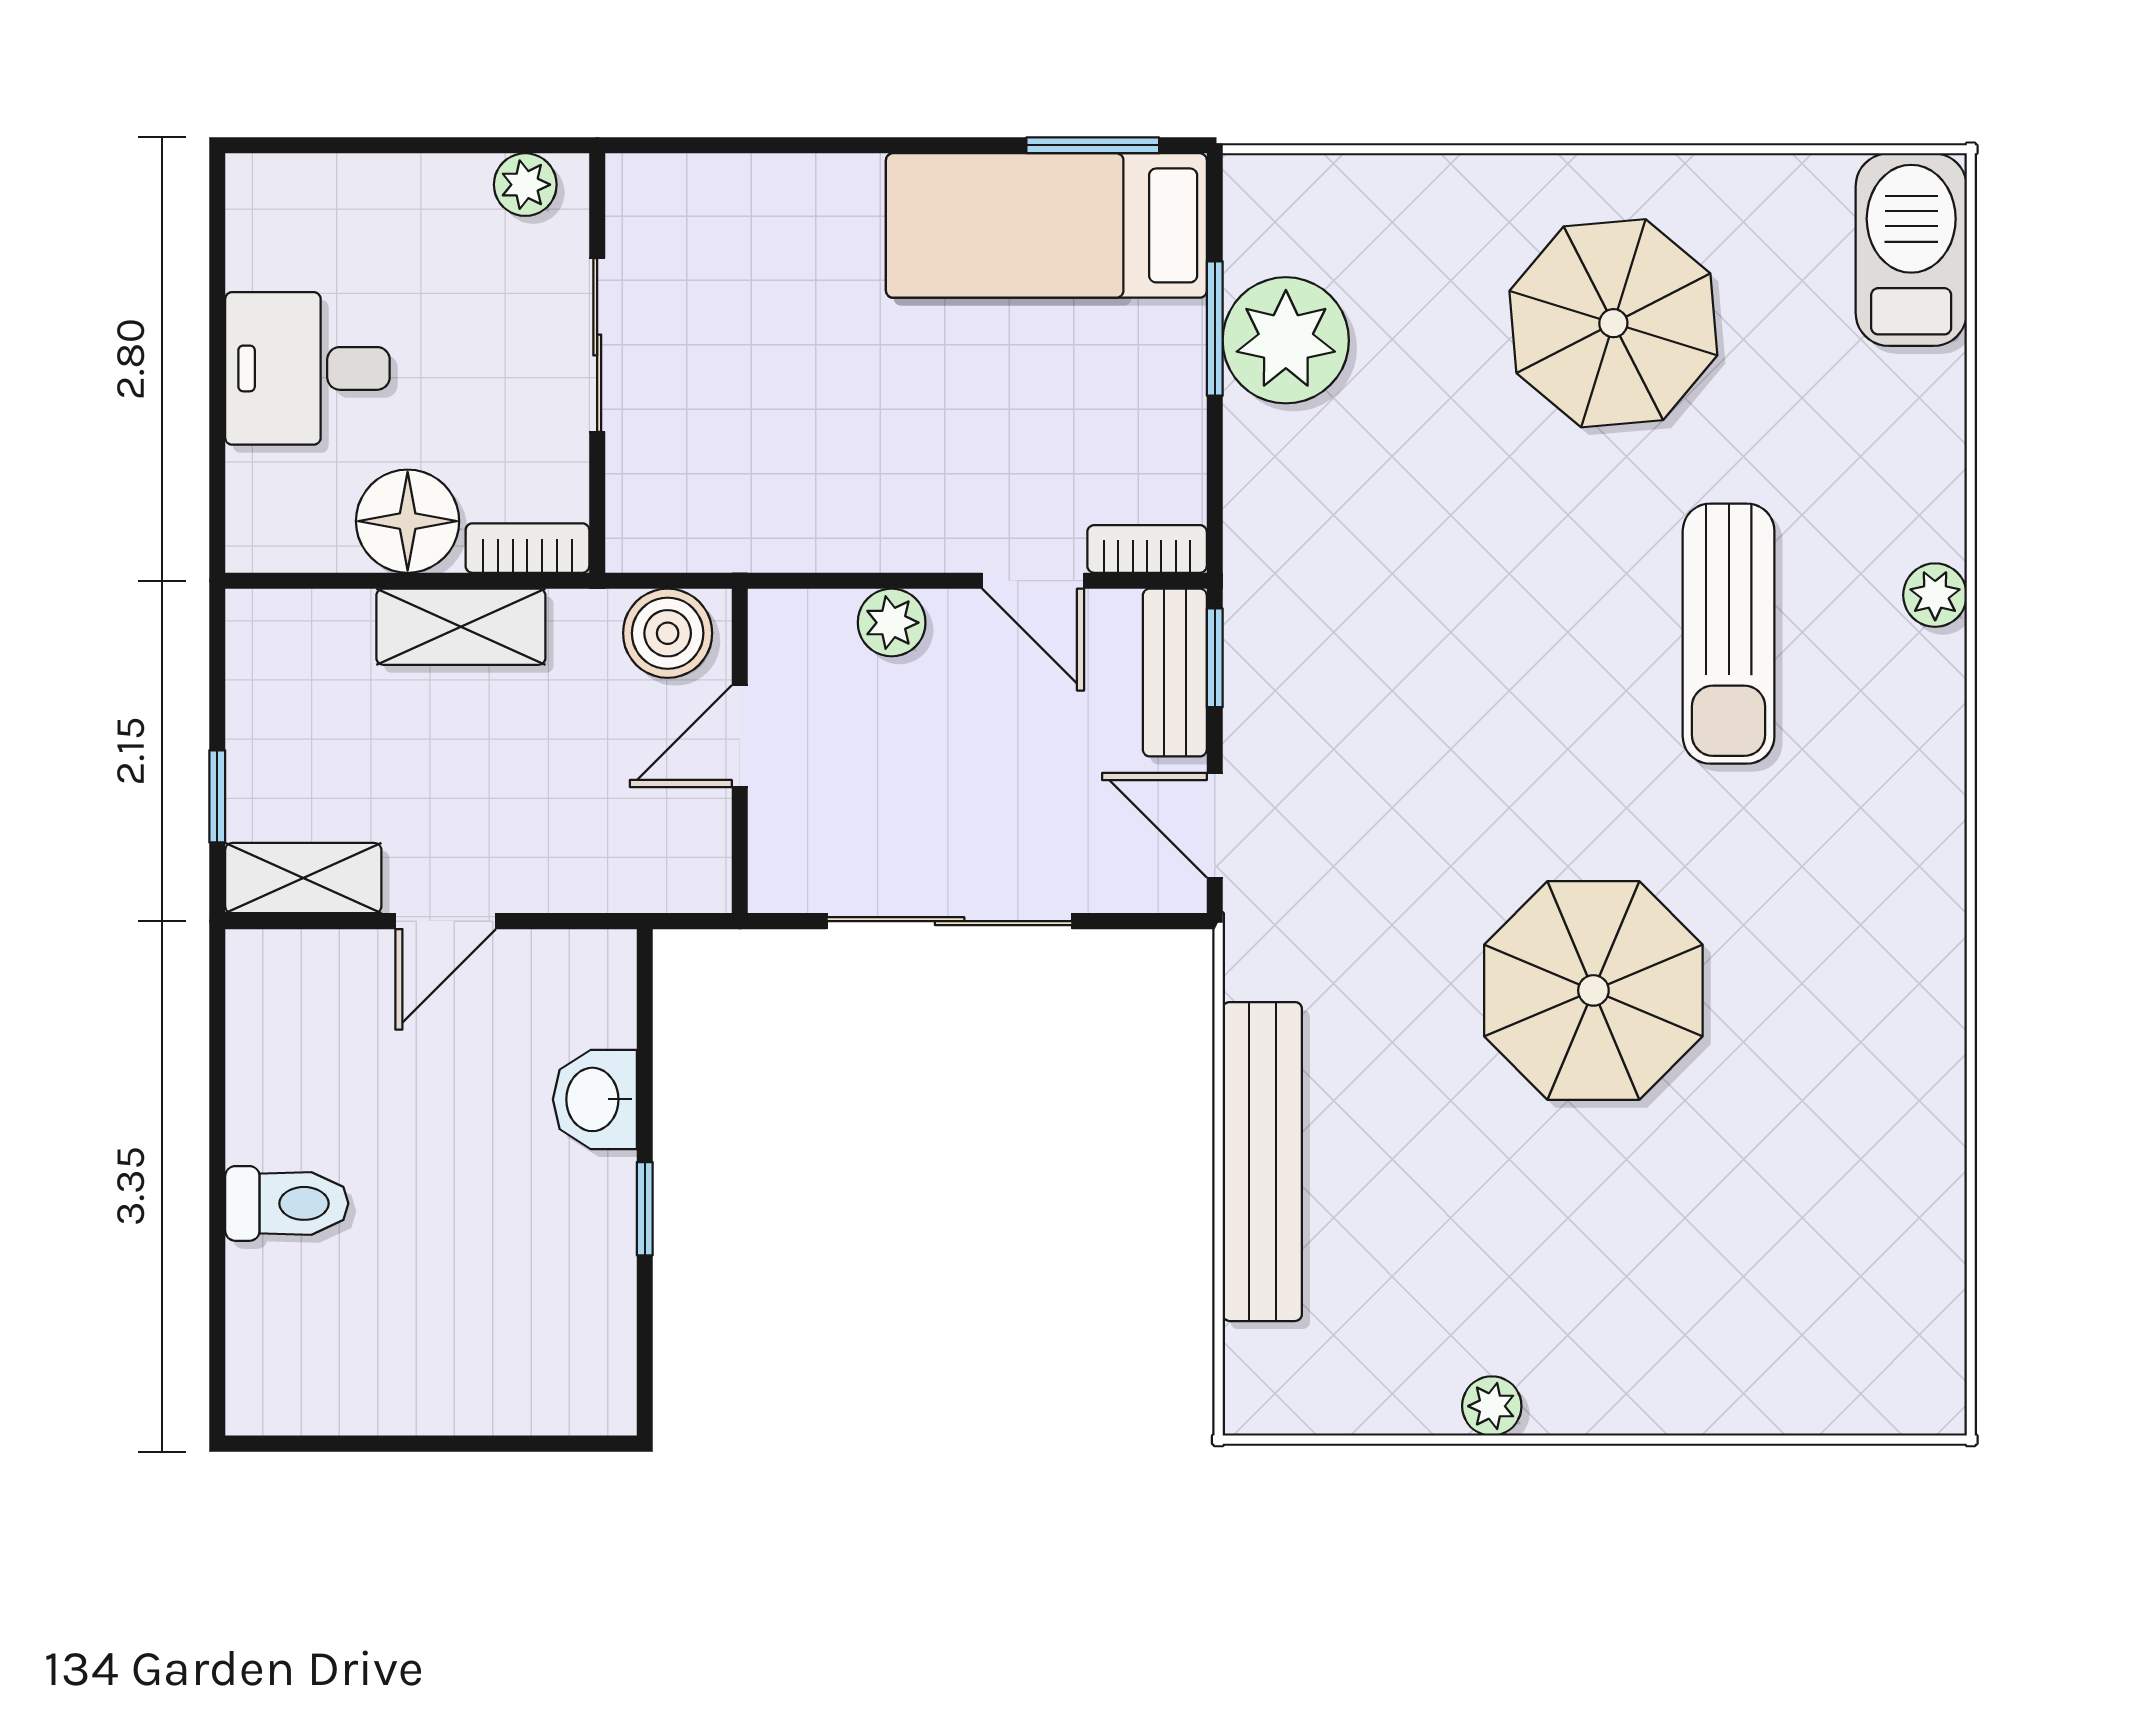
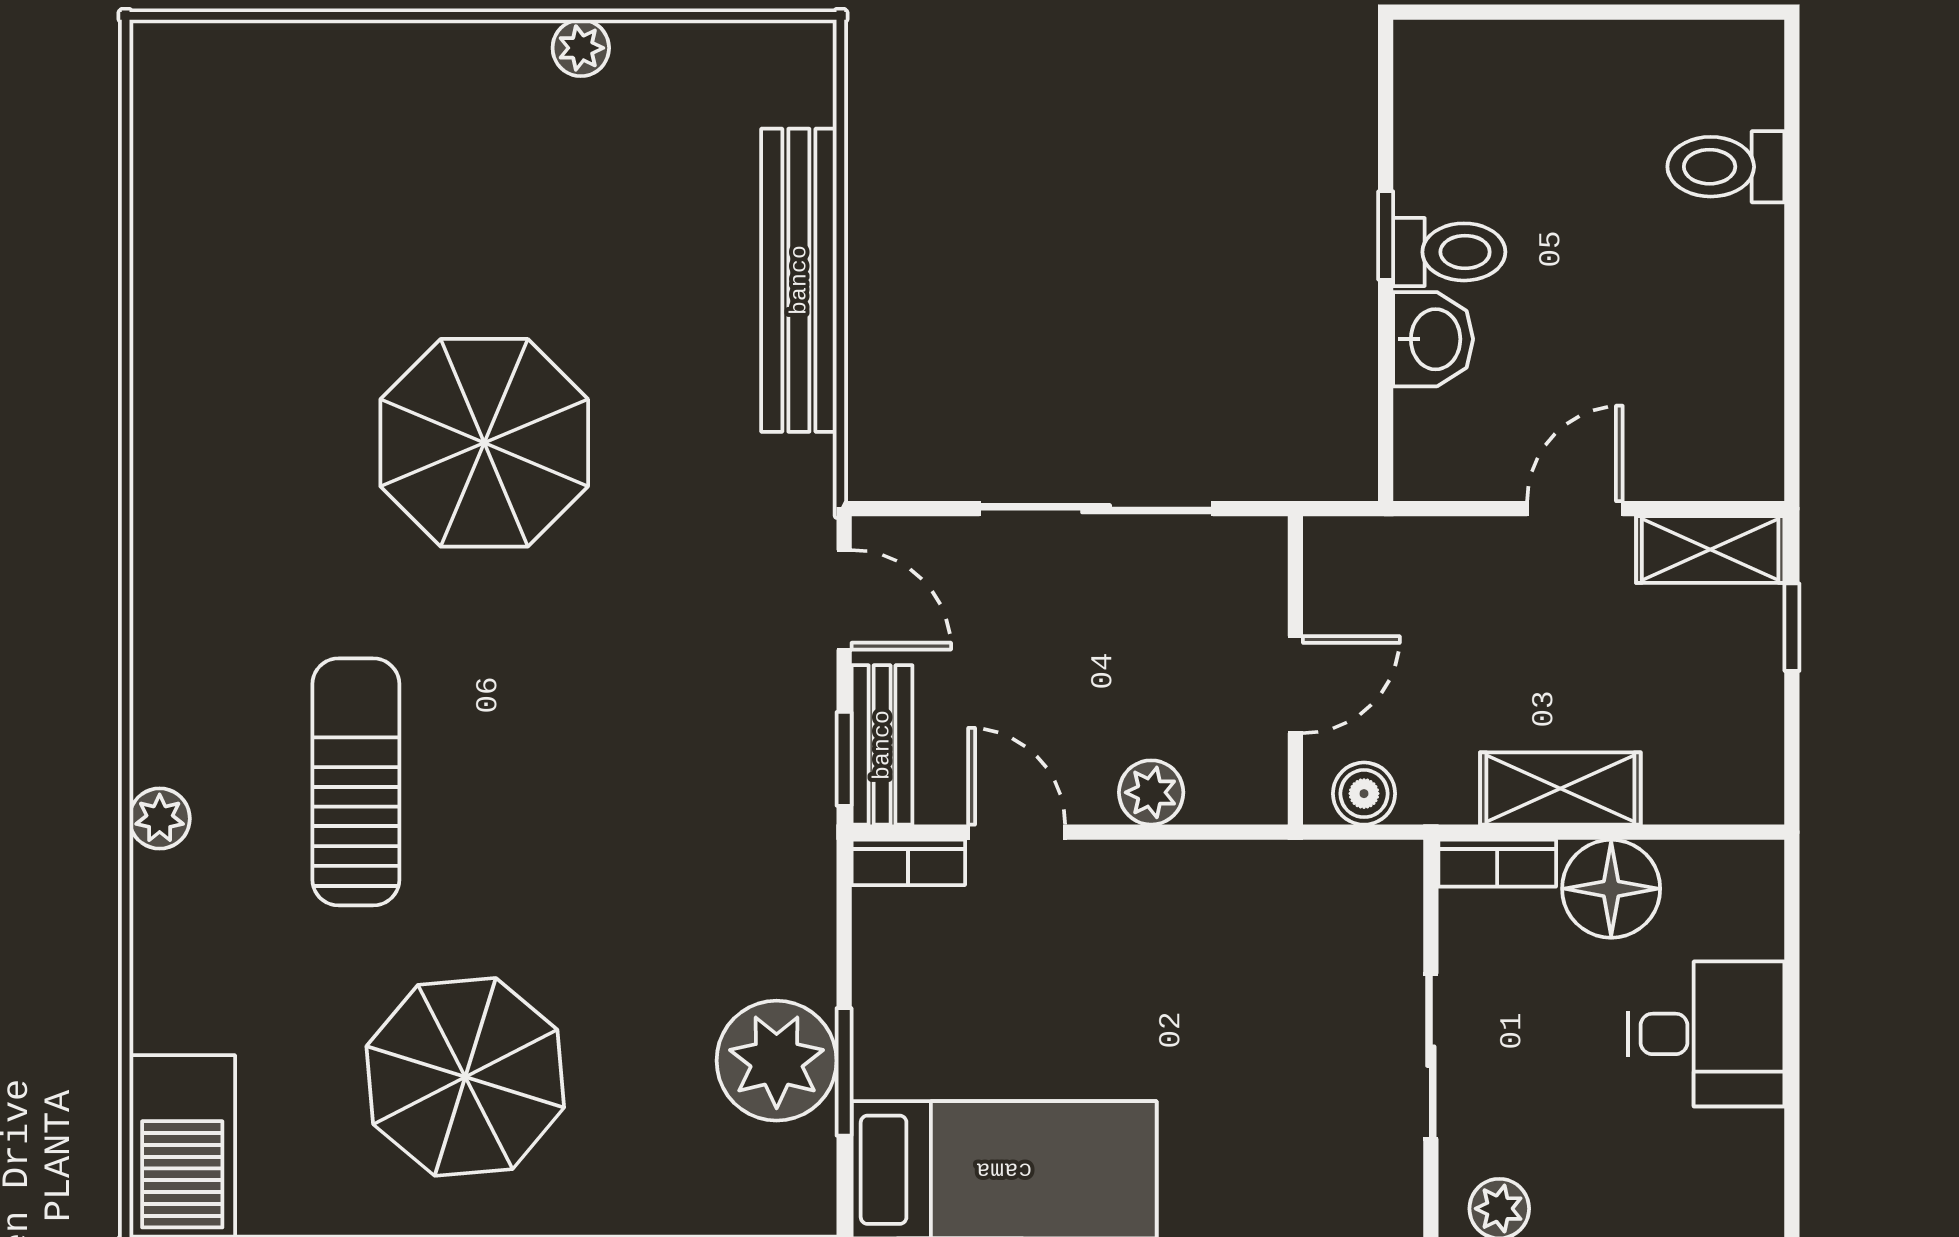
boiler: (668, 633) -> (1364, 794), width x0.73, depth x0.73
toilet: (578, 1191) -> (1449, 252), added
toilet: (287, 1203) -> (1726, 167), moved

